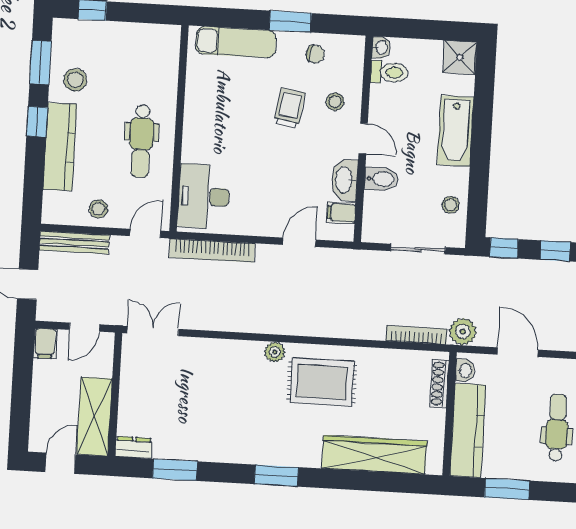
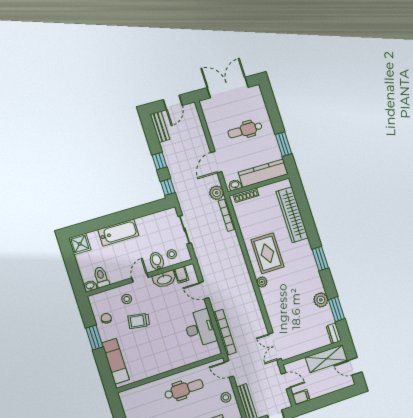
desk: (204, 196) -> (200, 328), moved, turned -90
stool: (451, 205) -> (172, 254), moved
plant: (202, 447) -> (321, 300), added

